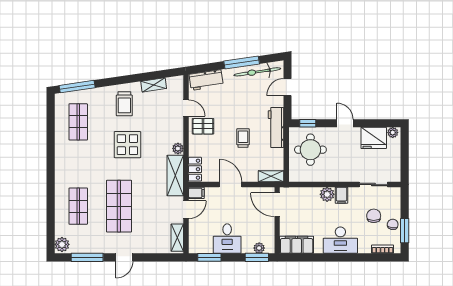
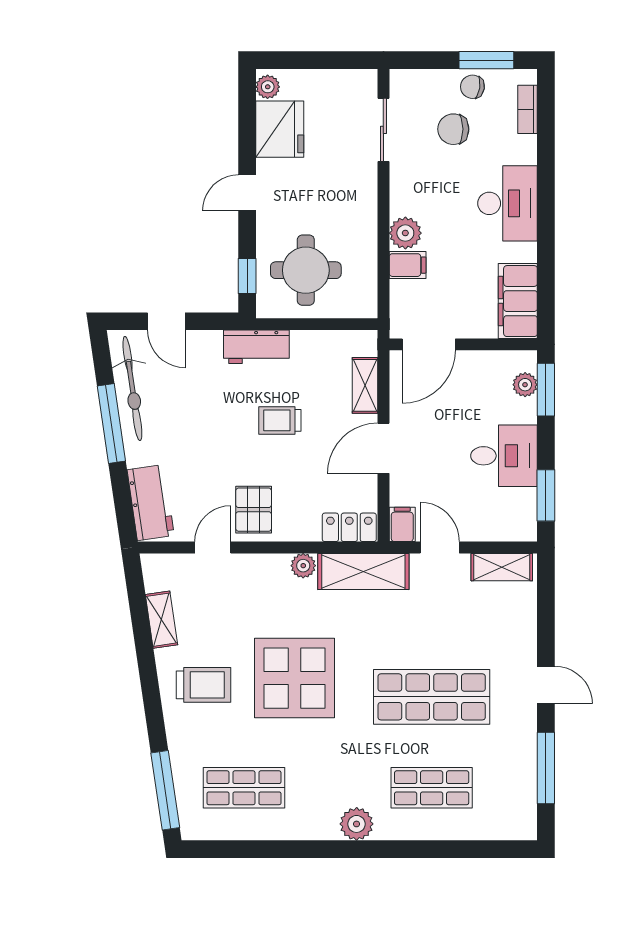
workbench: (276, 127) -> (256, 347), width x0.73
display table: (127, 145) -> (295, 678), width x1.36, depth x1.36
shelving: (271, 176) -> (365, 385), moved
filing cabinet: (341, 195) -> (408, 265), moved
plant: (62, 244) -> (357, 824), moved

